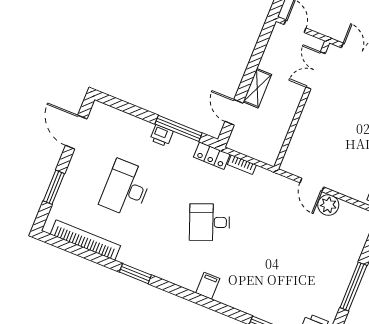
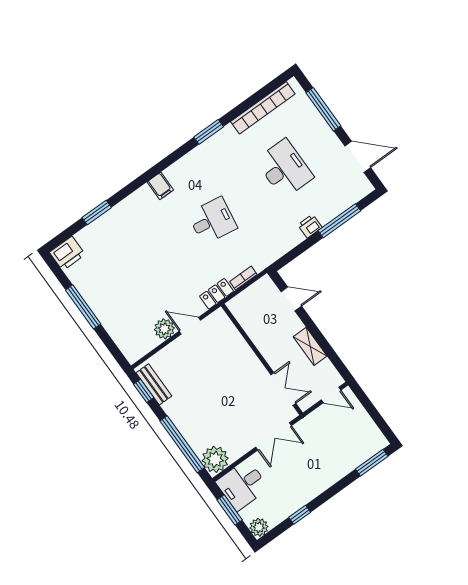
shelving: (257, 88) -> (310, 346), moved
window: (179, 128) -> (339, 221), moved
locker: (212, 156) -> (217, 294), moved
window: (54, 187) -> (323, 109), width x1.44
desk: (210, 222) -> (212, 221), turned 30

